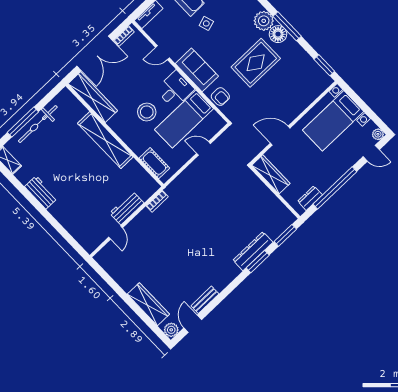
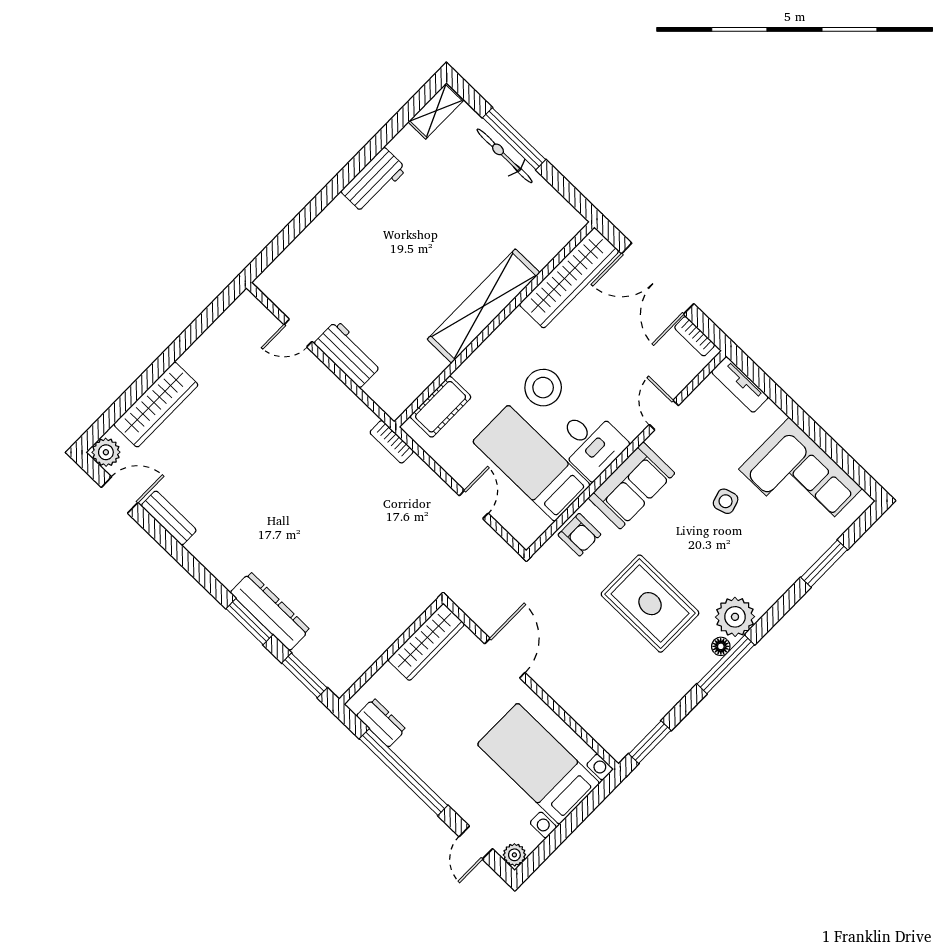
floor lamp: (278, 34) -> (721, 646), width x0.53, depth x0.53
armchair: (220, 97) -> (579, 535), turned -90
bicycle: (38, 124) -> (505, 156), width x0.73, depth x0.71
bookcase: (157, 201) -> (392, 442), moved

